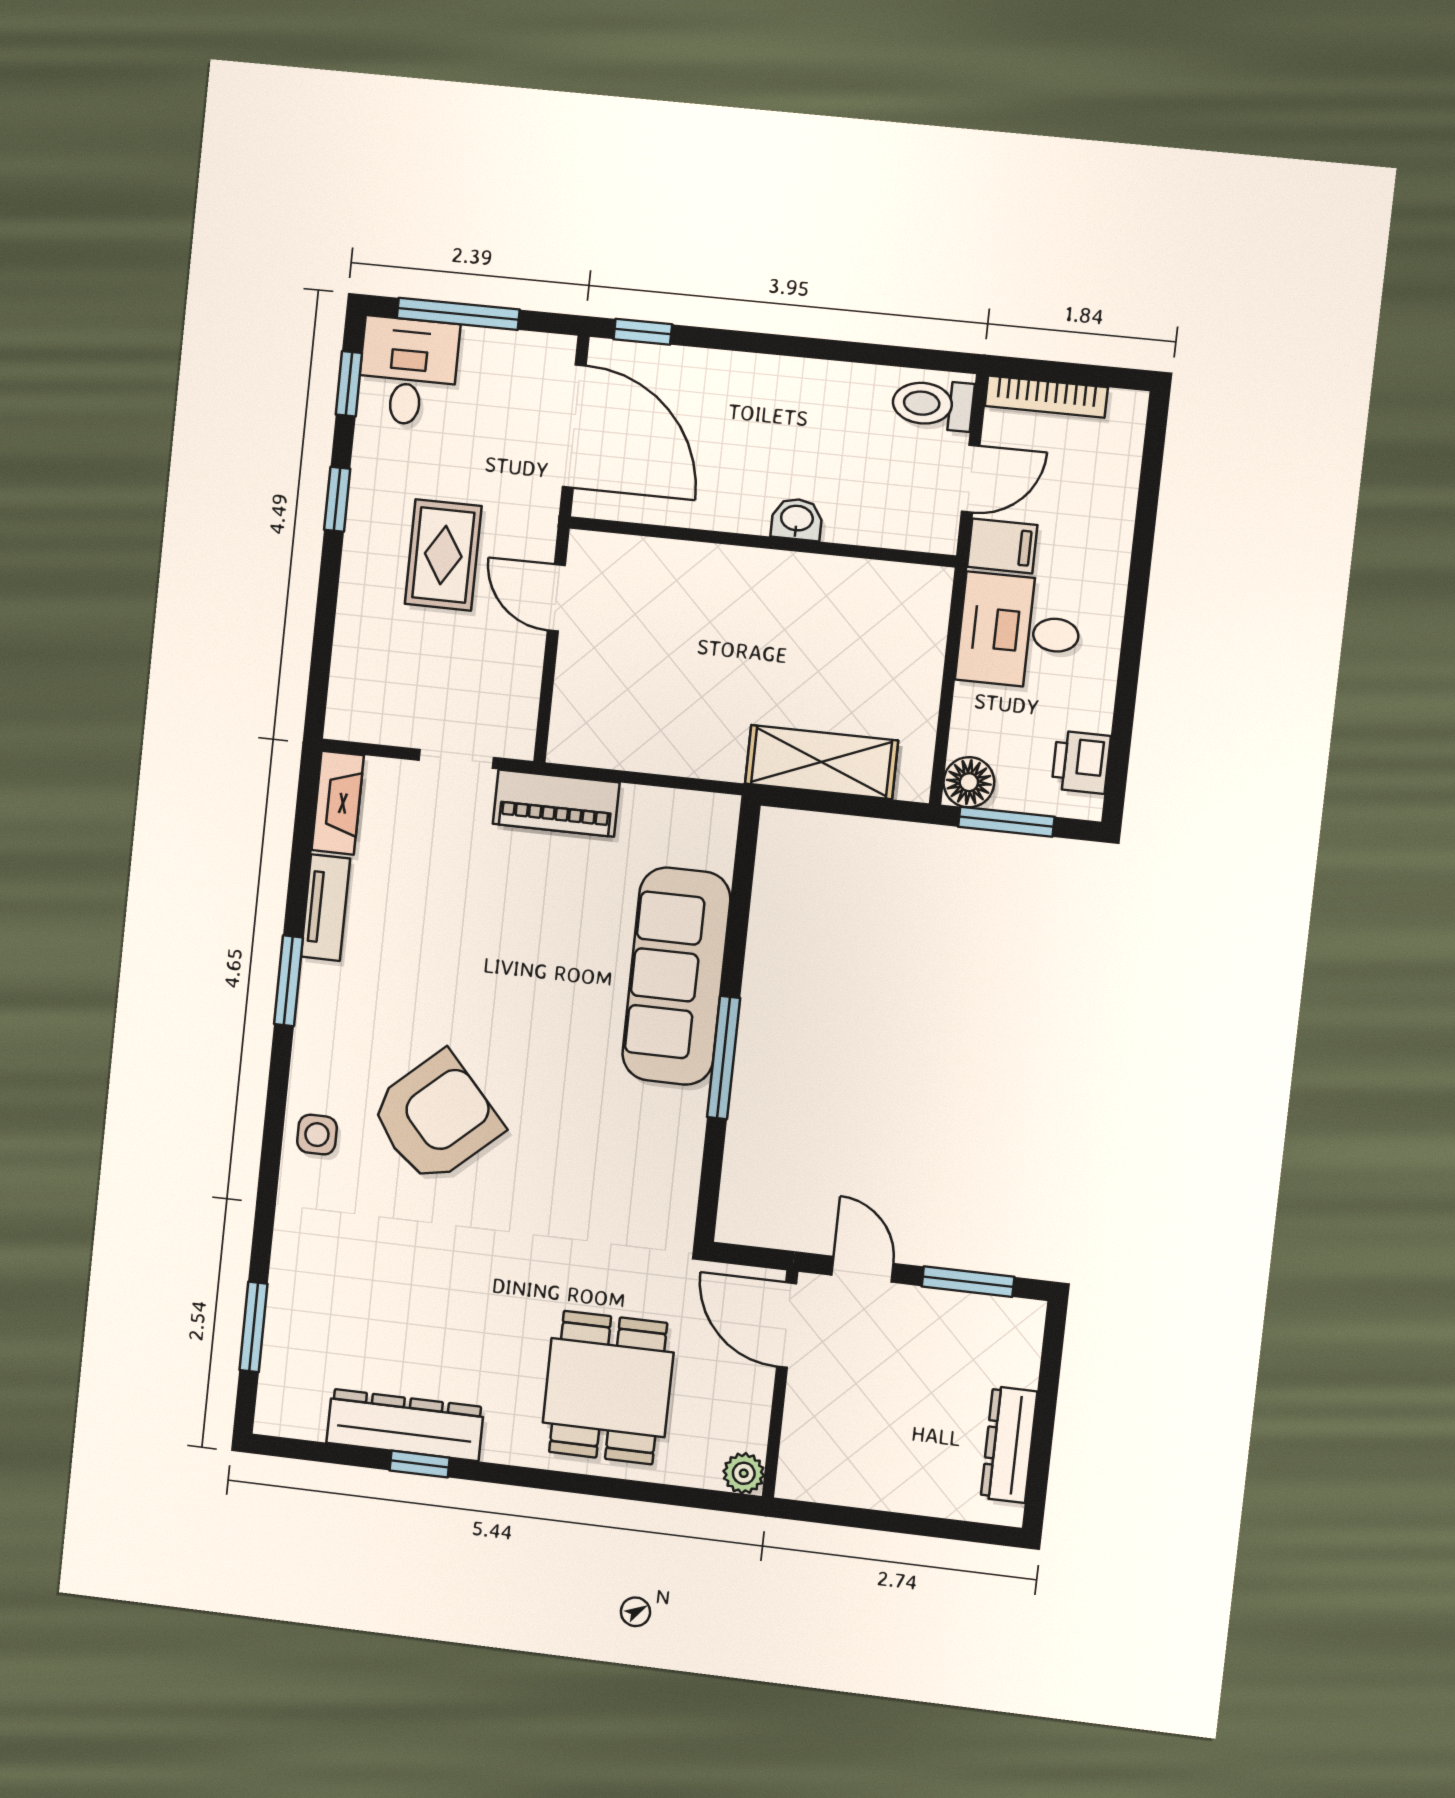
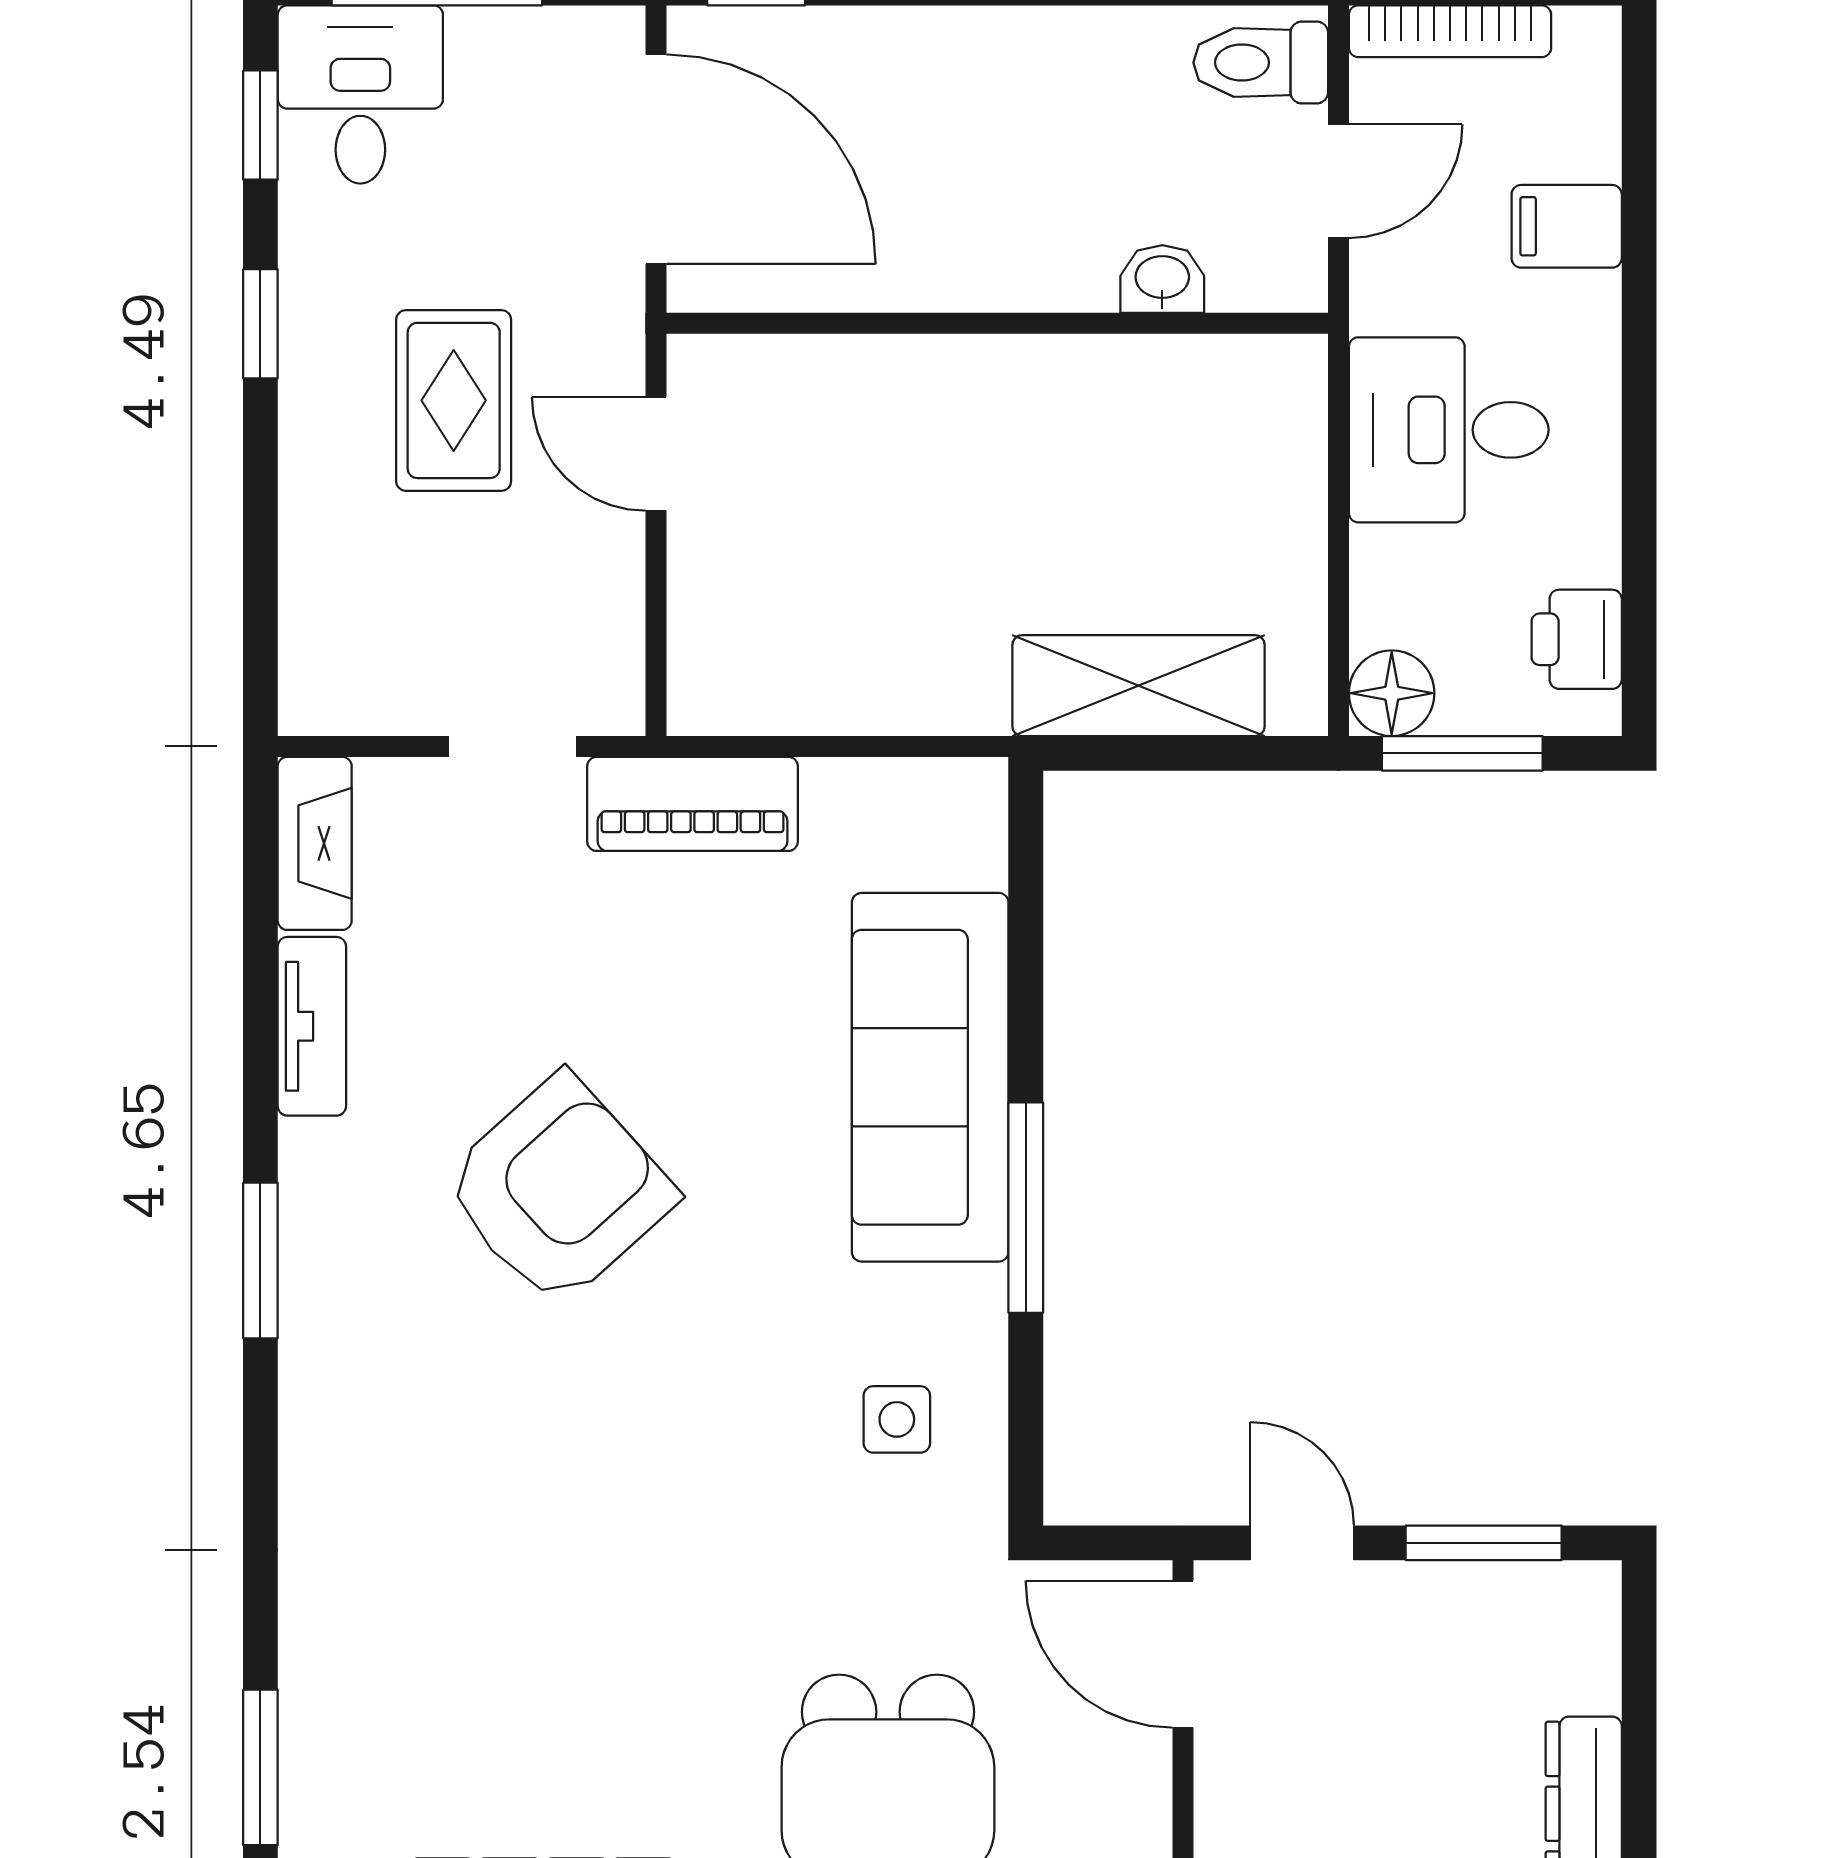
washbasin: (797, 519) -> (1162, 279), moved
filing cabinet: (1002, 546) -> (1567, 226), moved, turned 180
window: (288, 981) -> (260, 1261), moved
armchair: (436, 1118) -> (558, 1190), moved
side table: (317, 1135) -> (897, 1419), moved

